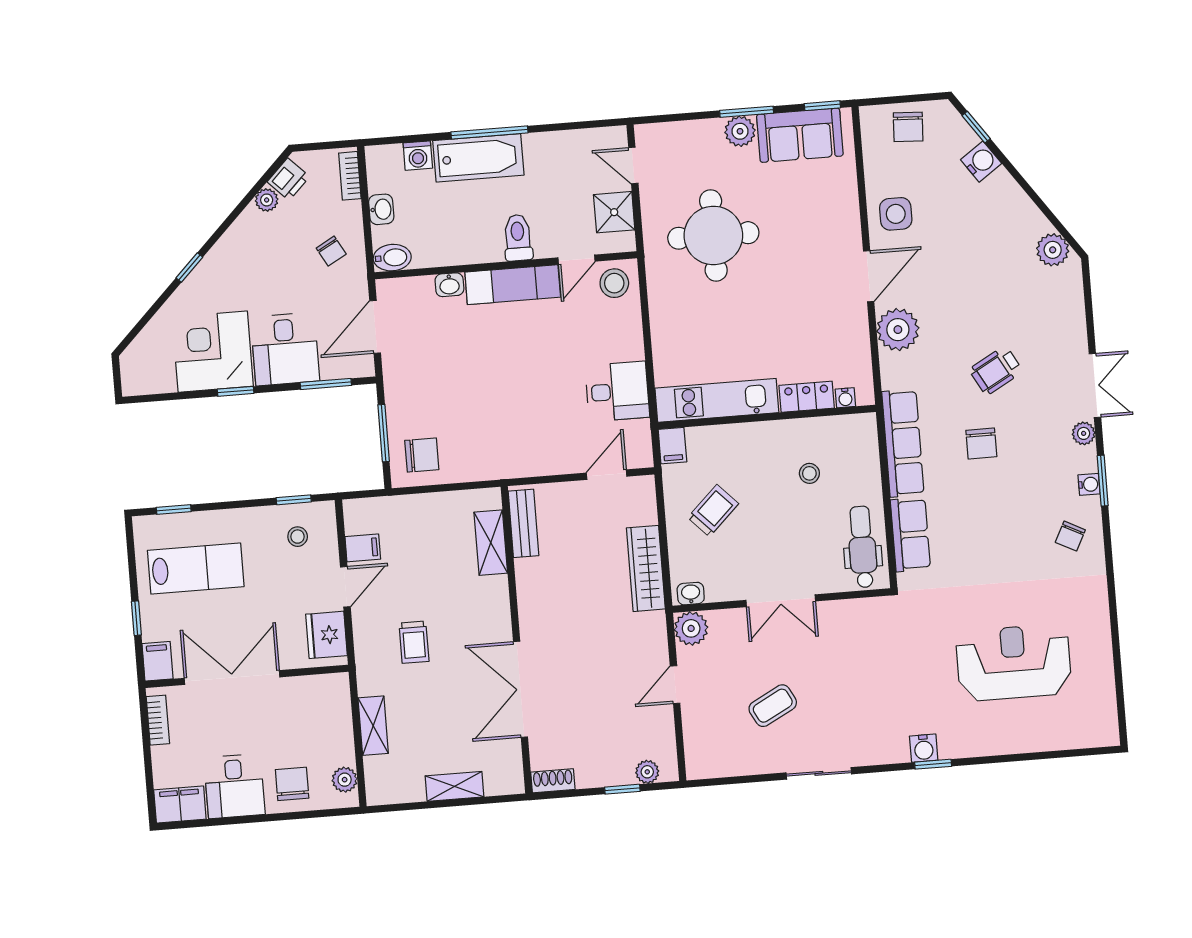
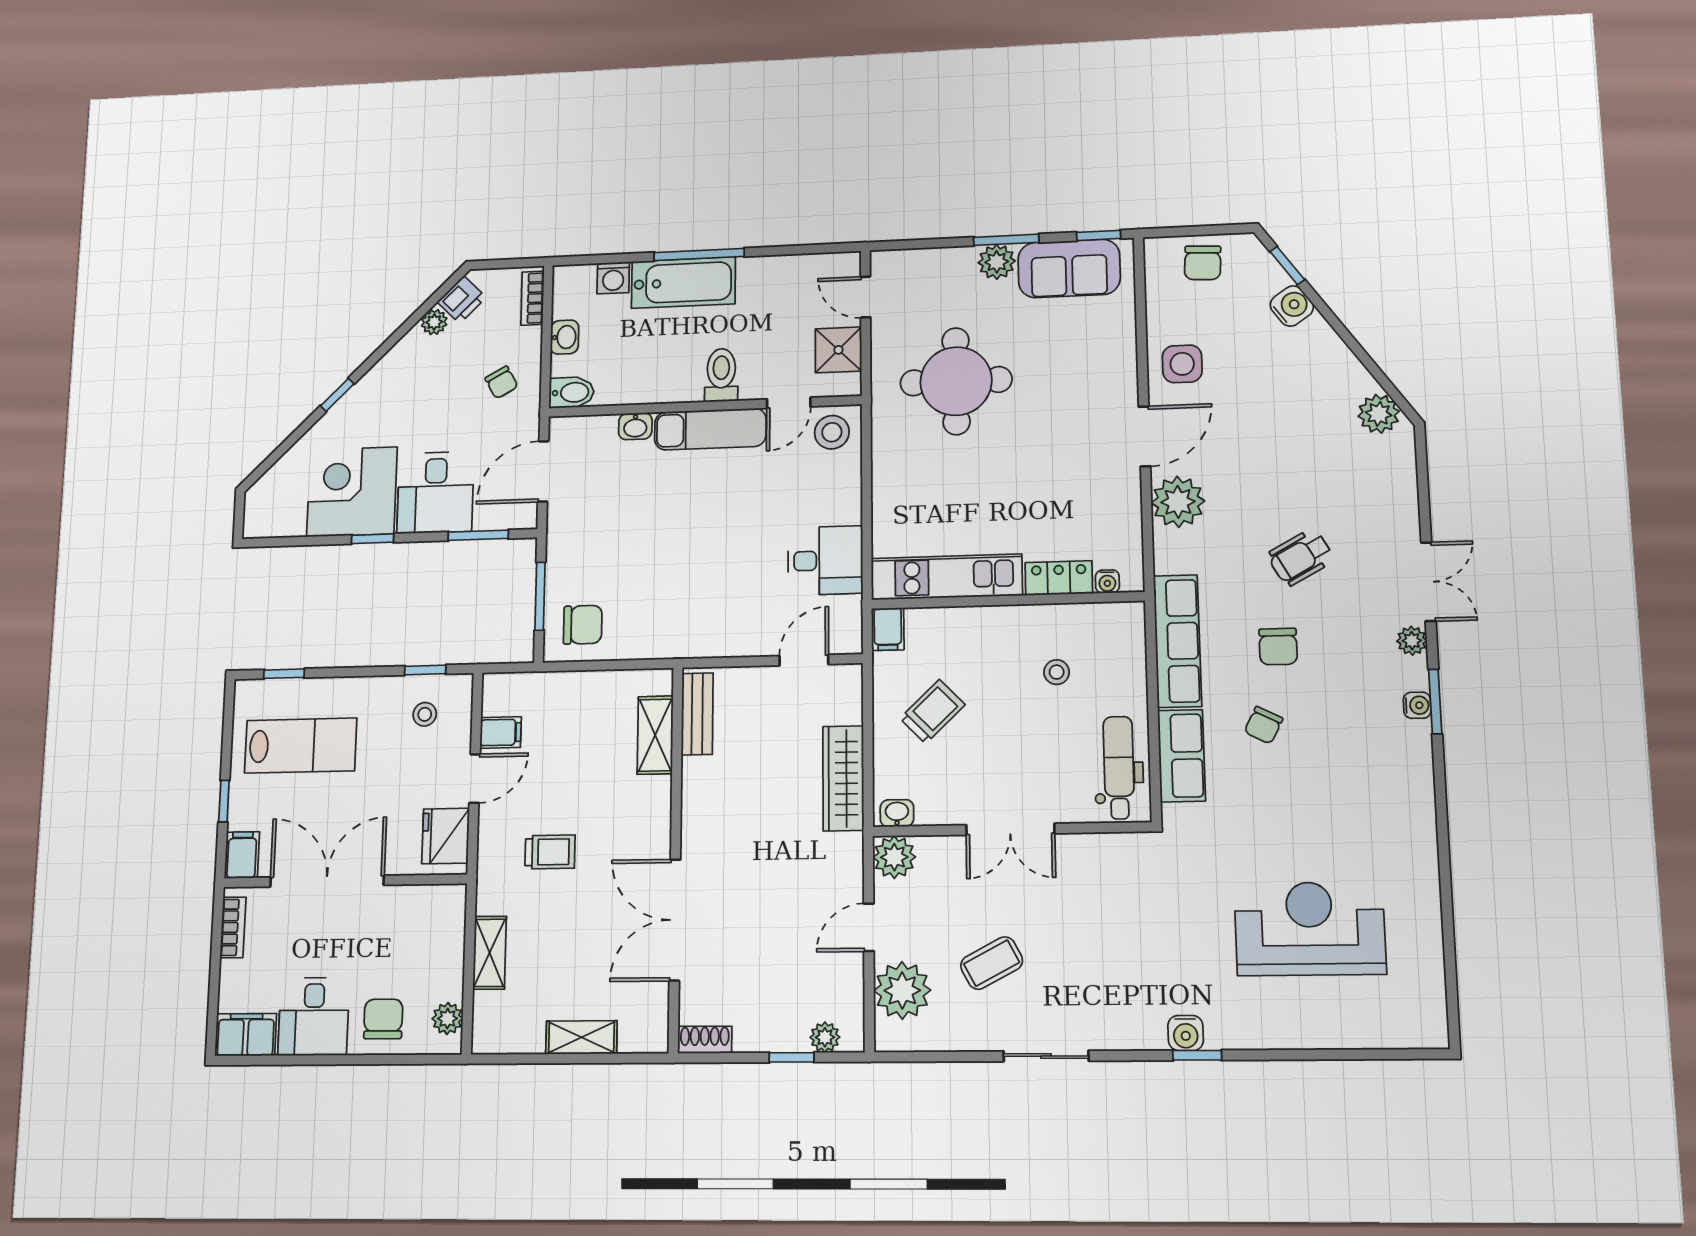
chair: (1070, 536) -> (1264, 725), moved
trolley: (414, 642) -> (550, 852), turned -90
plant: (705, 732) -> (902, 990), added

